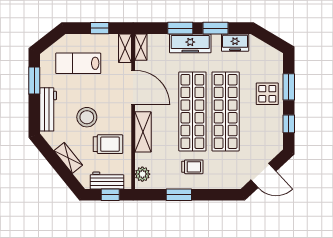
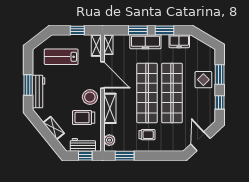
window: (34, 81) -> (28, 85), moved
stool: (87, 117) -> (90, 97), moved
trolley: (108, 144) -> (84, 118), turned 180
door: (263, 176) -> (200, 141), swing flipped
window: (179, 195) -> (125, 156), moved

